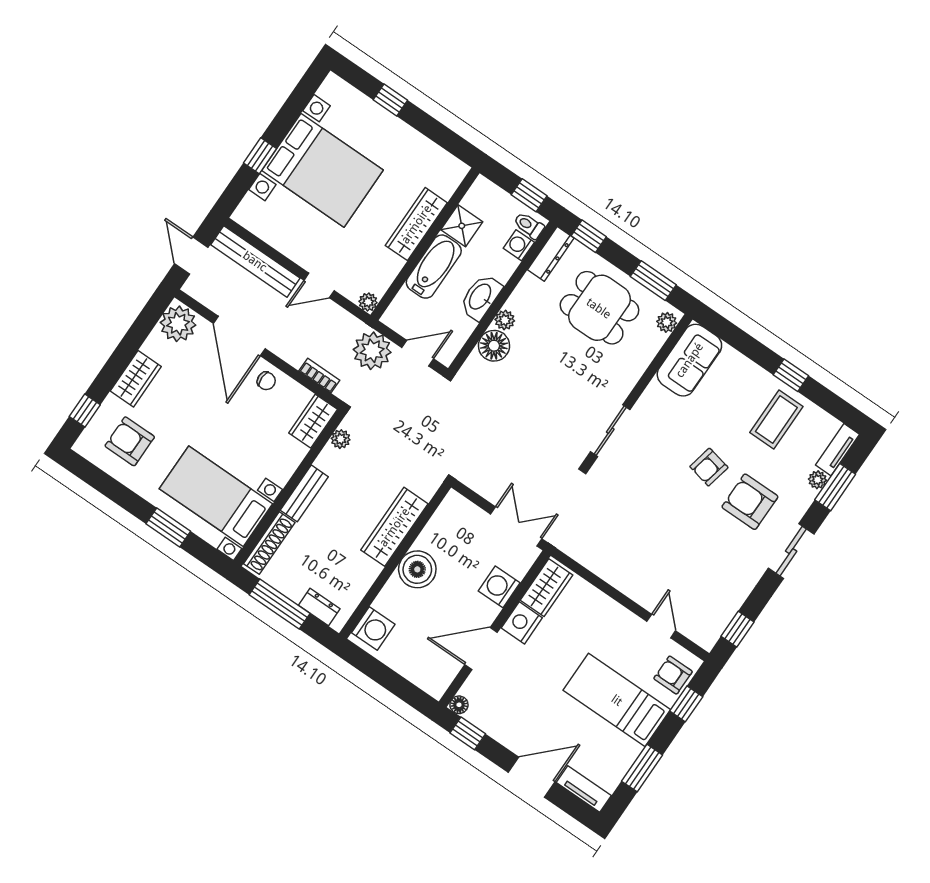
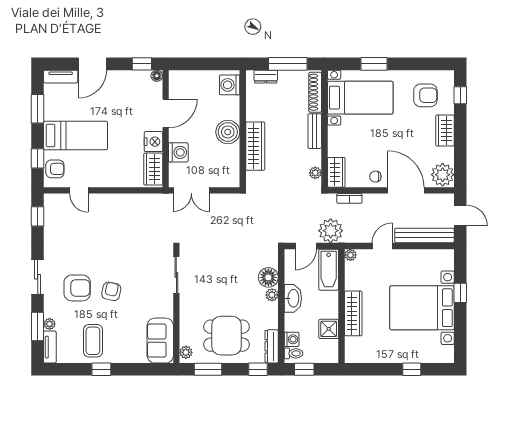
bathtub: (434, 267) -> (329, 270), moved

